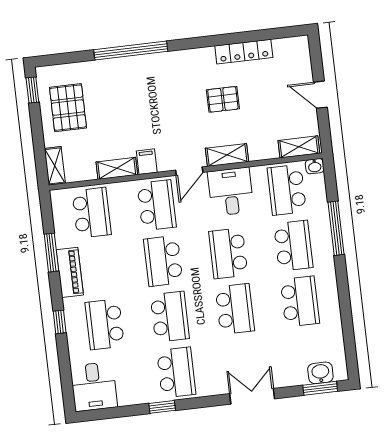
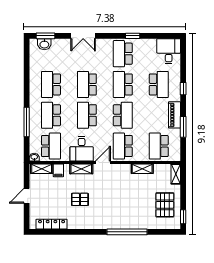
locker: (244, 52) -> (52, 224), moved
door: (320, 95) -> (27, 196), swing flipped
filing cabinet: (147, 162) -> (58, 170), moved
school desk: (228, 253) -> (87, 115), turned 180

